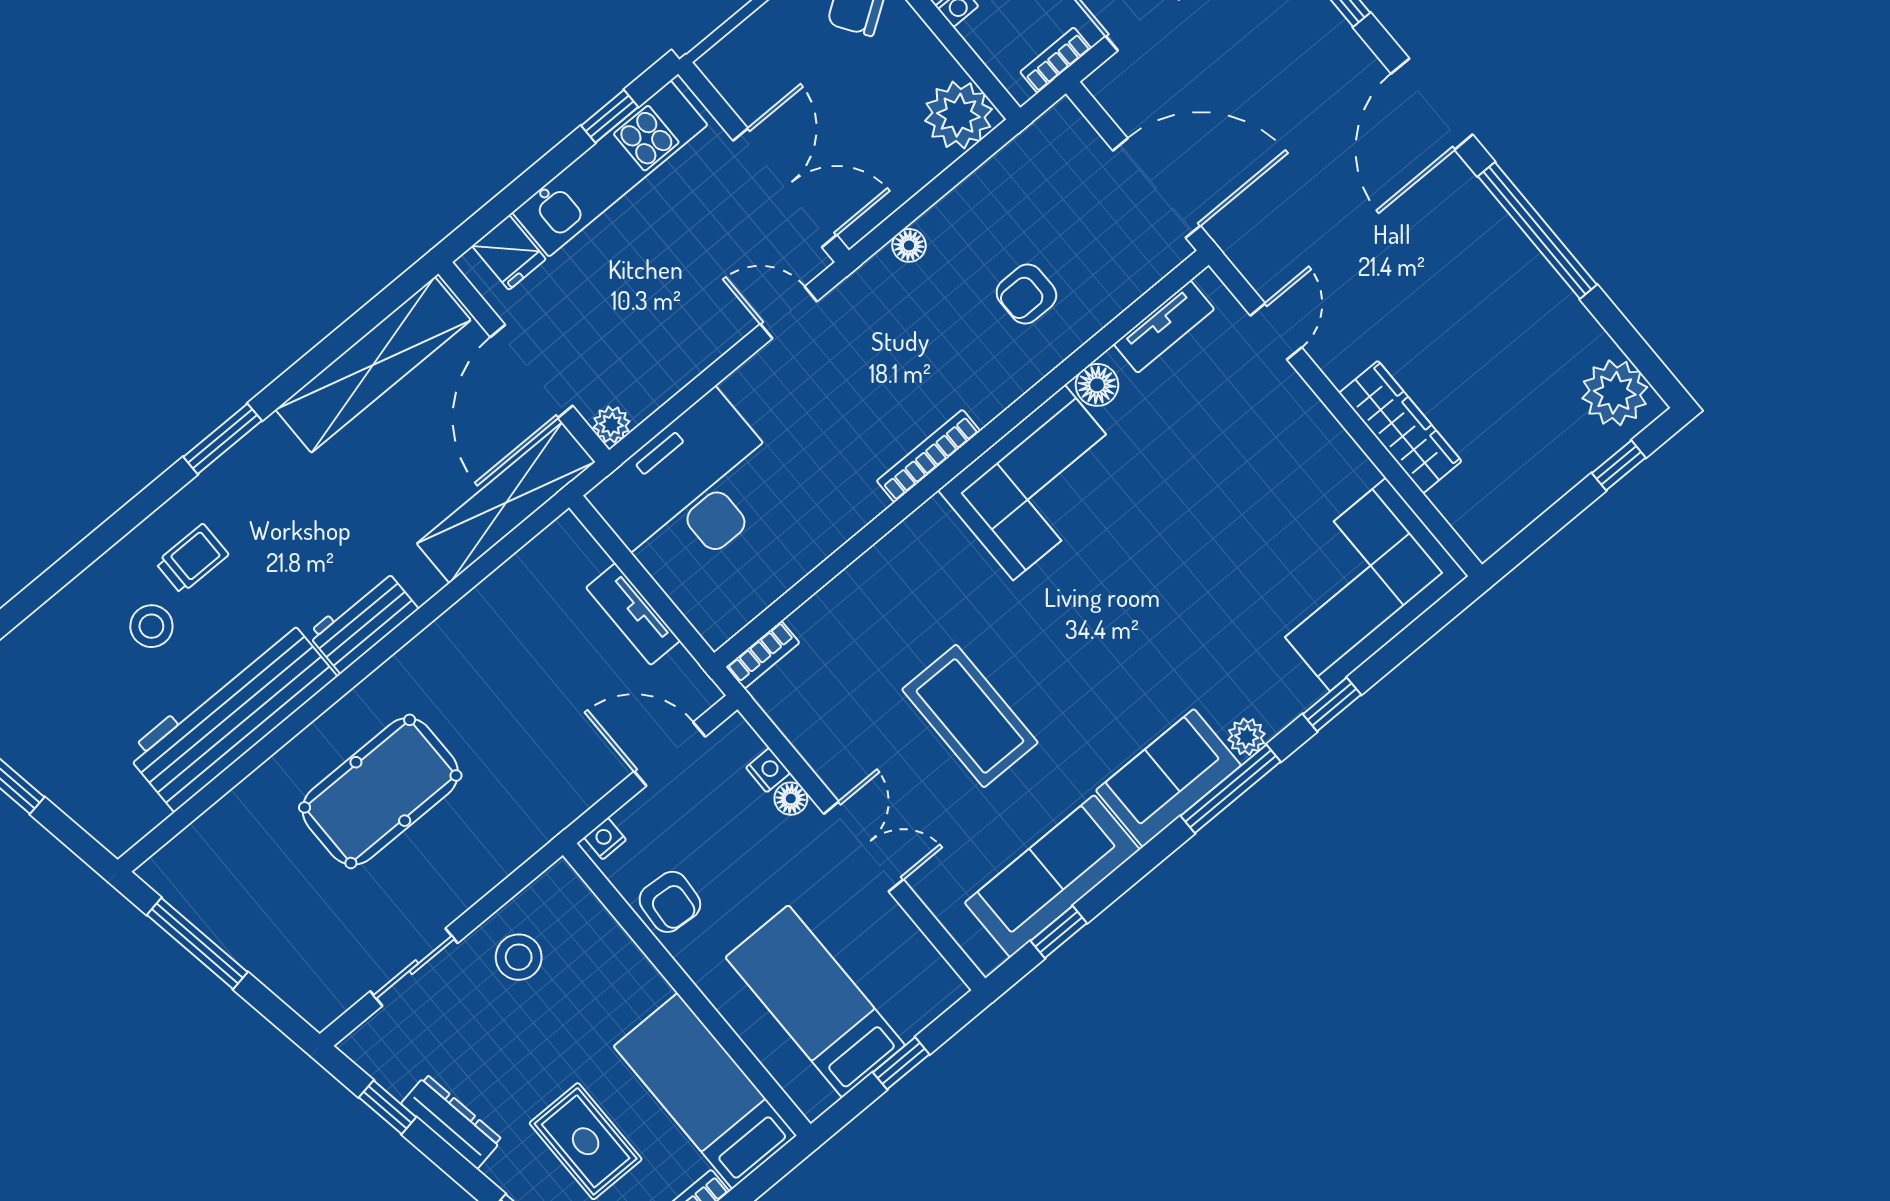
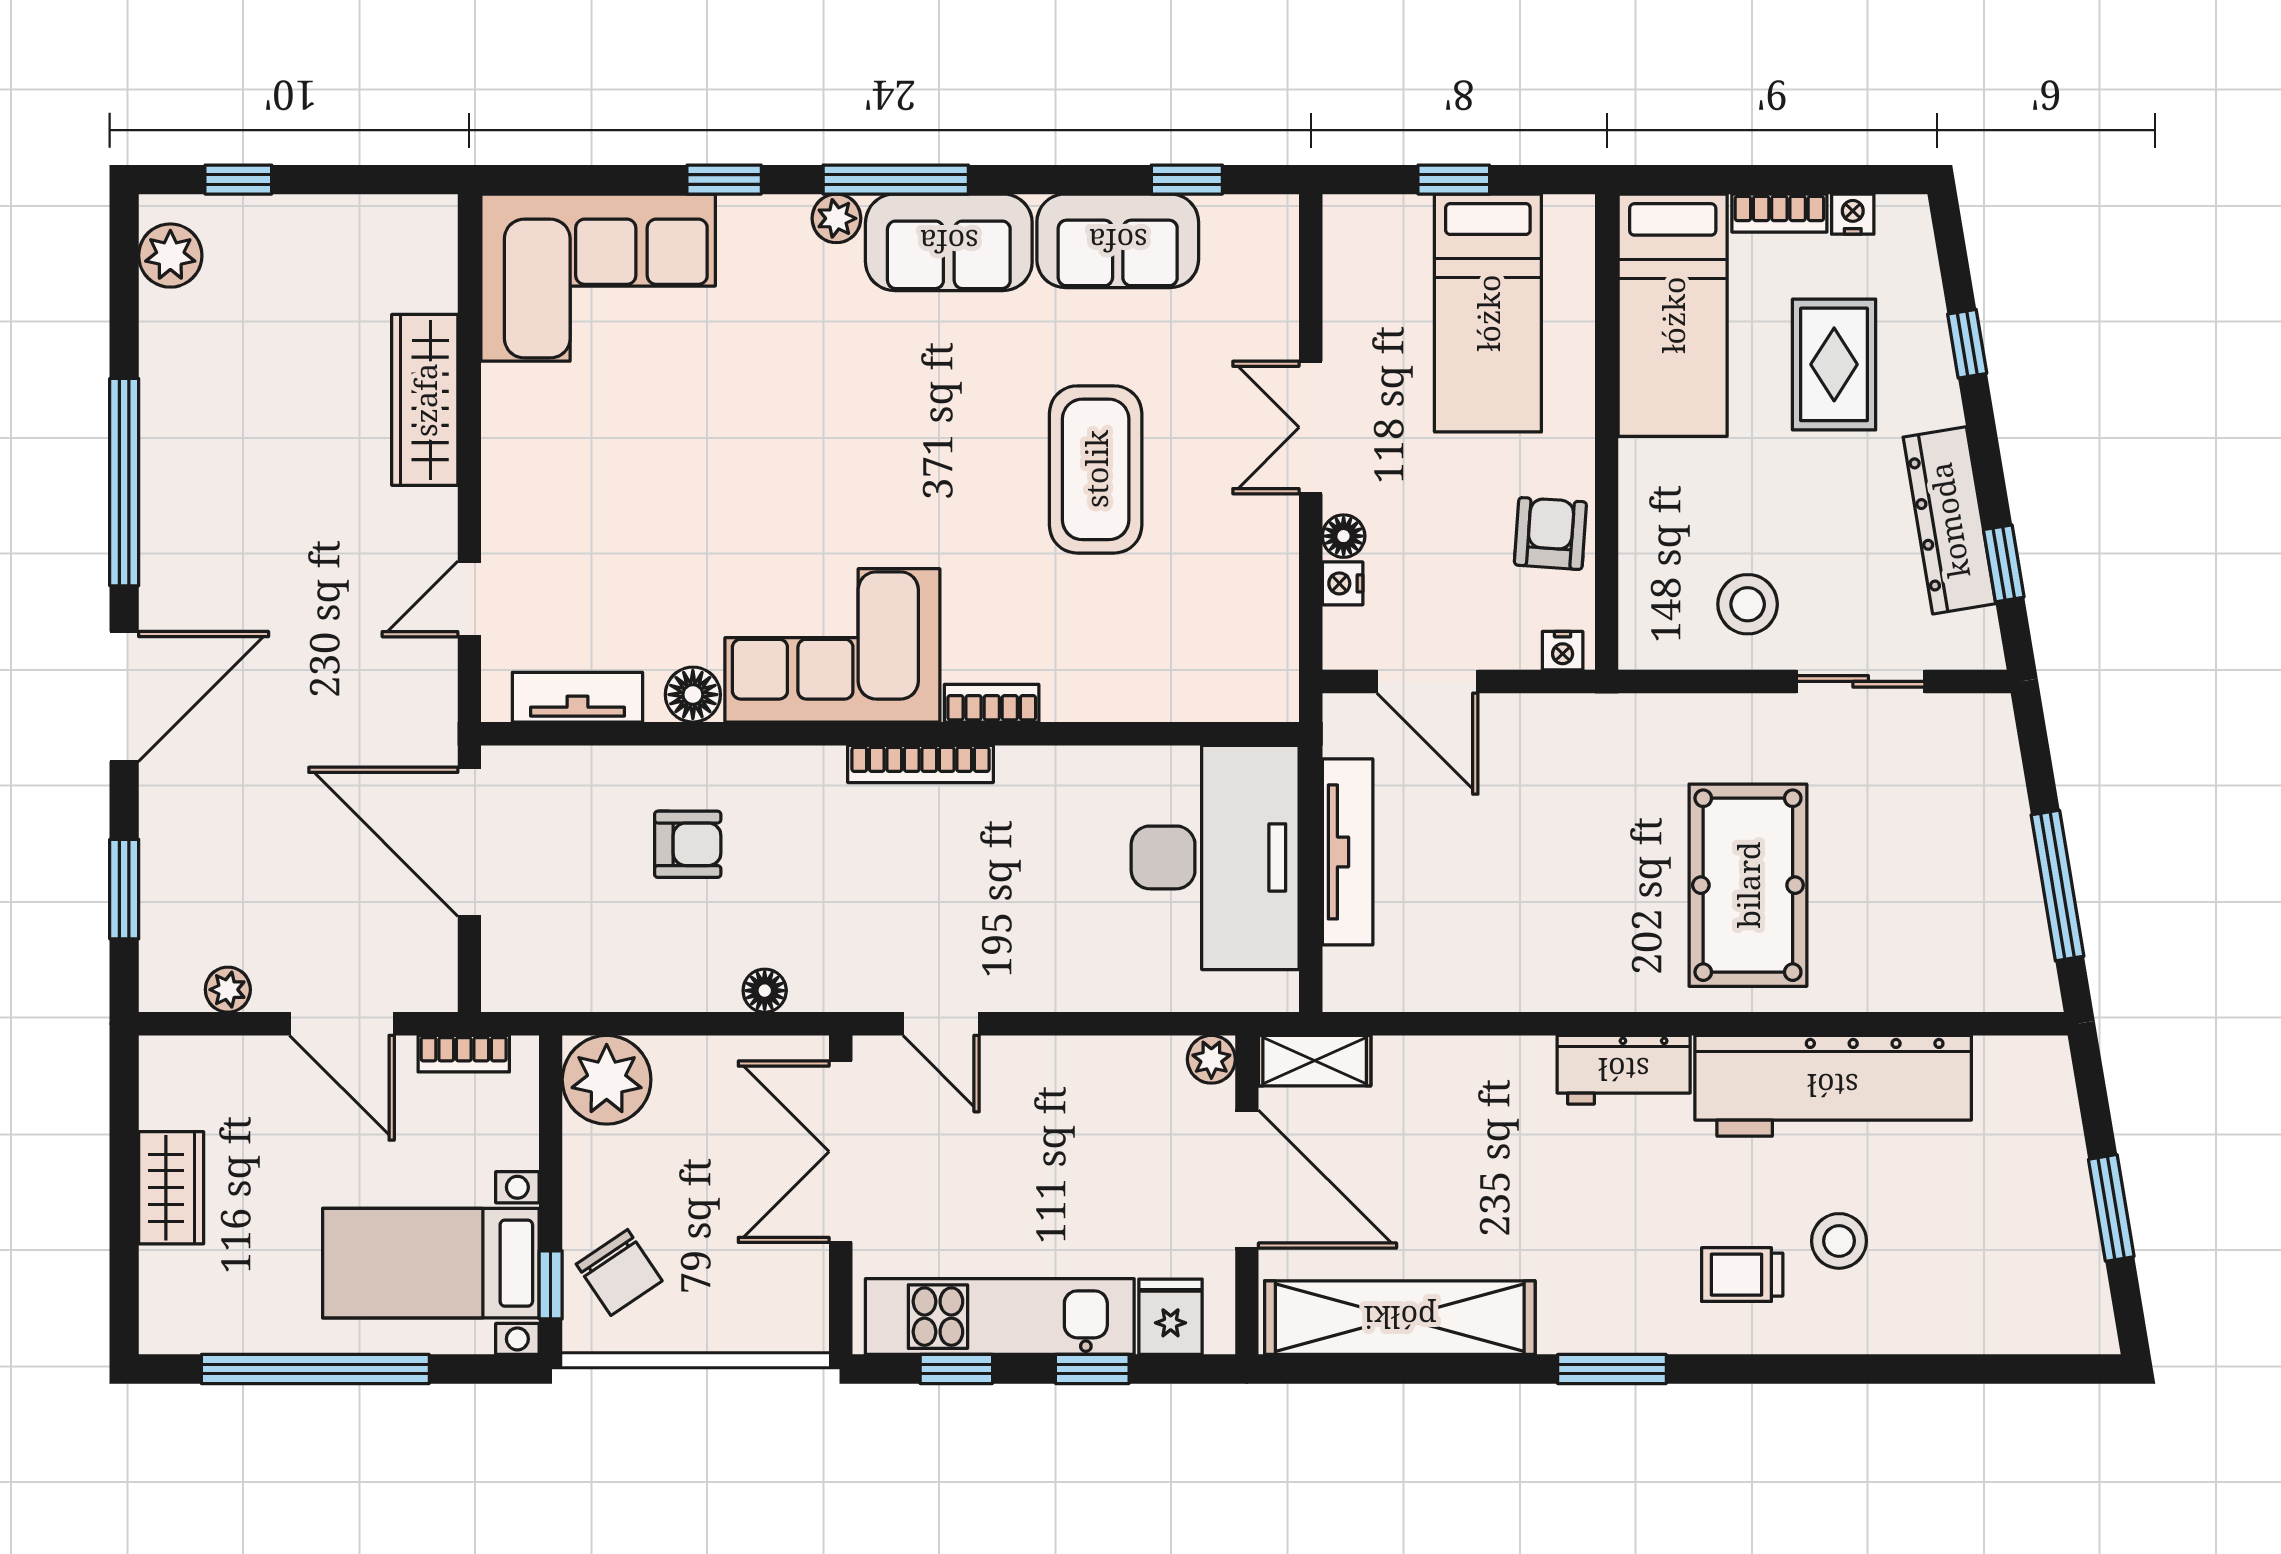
window: (529, 183) -> (1092, 1369), added
door: (532, 371) -> (1247, 1179), hinge flipped
plant: (1615, 393) -> (170, 256), width x0.73, depth x0.73
desk: (690, 490) -> (1215, 857), moved, turned -90
shelving: (506, 503) -> (1315, 1061), width x0.45, depth x0.75
tv unit: (633, 614) -> (1348, 852), width x1.41
bookcase: (763, 655) -> (992, 703), moved
pool table: (380, 791) -> (1748, 885), turned 90
sofa: (1052, 876) -> (1118, 241), width x0.73
dresser: (452, 1122) -> (1949, 520), width x1.37, depth x1.24

